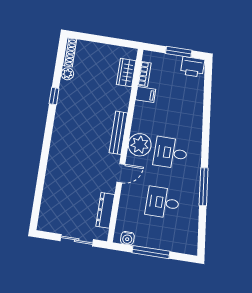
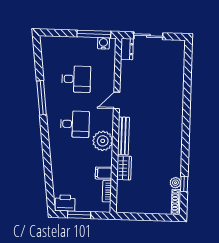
wardrobe: (126, 73) -> (124, 168), moved
window: (54, 96) -> (184, 184), moved
plant: (140, 145) -> (103, 141), moved
dresser: (105, 210) -> (127, 49), moved, width x0.70
window: (151, 252) -> (94, 34), moved

